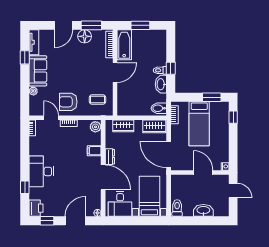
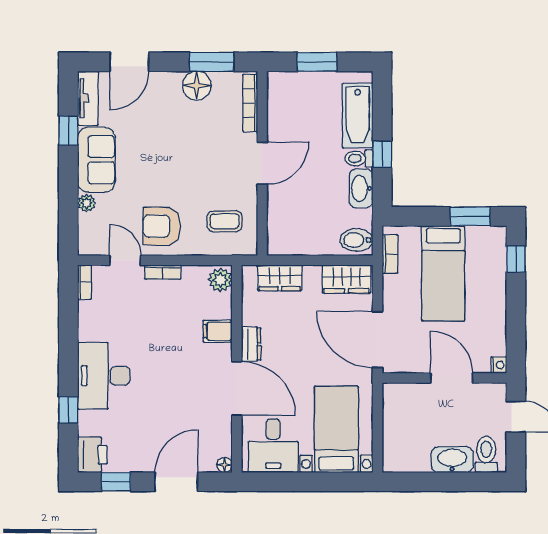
door: (64, 25) -> (129, 62), moved
bathtub: (124, 45) -> (358, 116), moved, turned 180
toilet: (177, 208) -> (486, 454), moved

